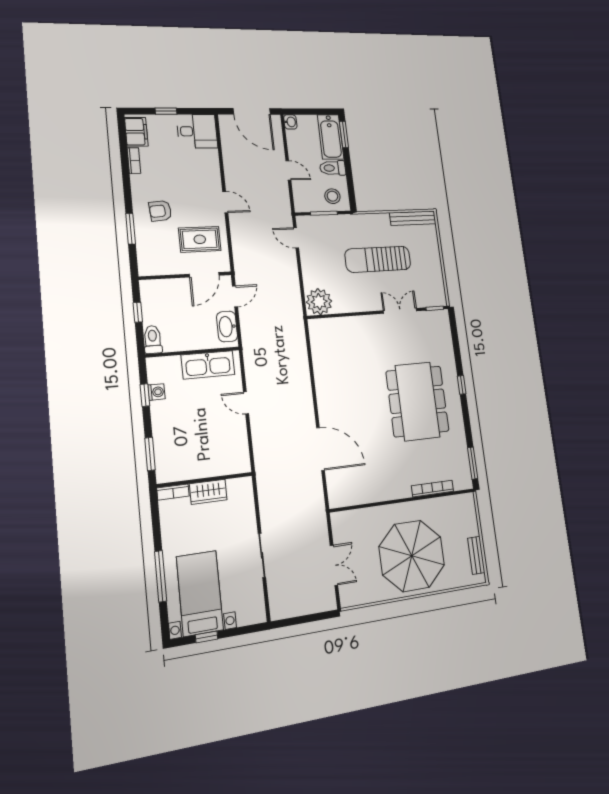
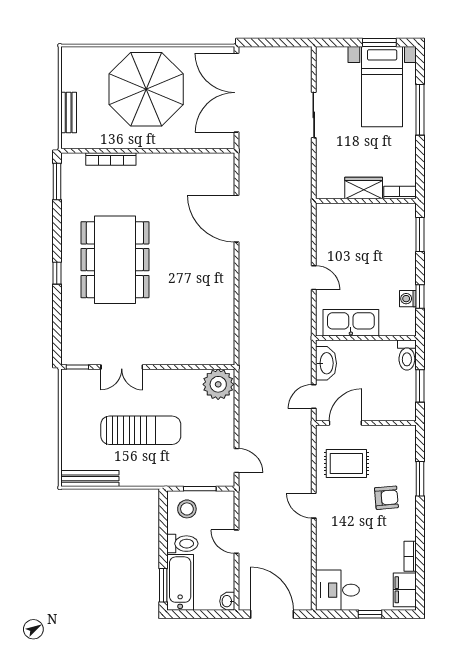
window: (138, 312) -> (420, 386), width x1.50
bench: (476, 555) -> (69, 113), moved
double door: (334, 565) -> (236, 93), width x1.87
window: (207, 637) -> (379, 43), width x1.50

